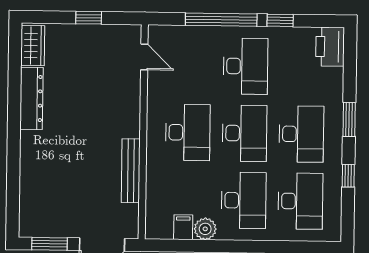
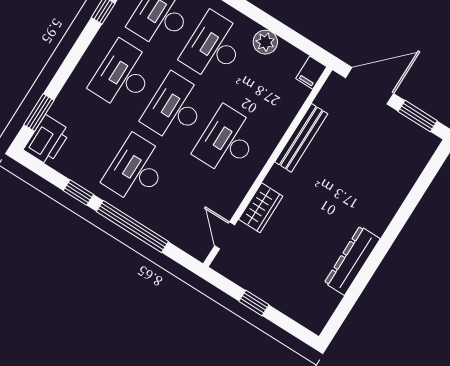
wardrobe: (33, 46) -> (261, 208), moved, turned 180
window: (349, 119) -> (39, 113), moved
filing cabinet: (183, 227) -> (311, 73), moved

